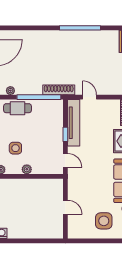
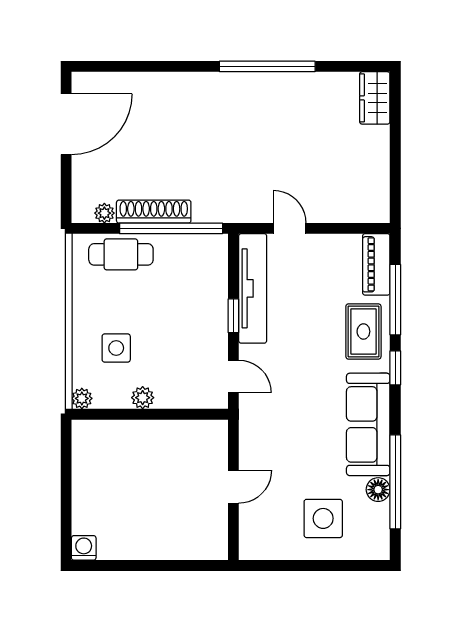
shoe rack: (59, 90) -> (154, 212), moved
door: (65, 207) -> (233, 487), hinge flipped

